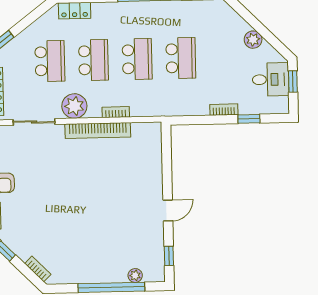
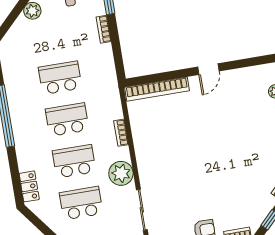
bookcase: (98, 130) -> (157, 89), moved, turned 90
door: (168, 210) -> (208, 69), swing flipped
window: (169, 256) -> (252, 62), removed

